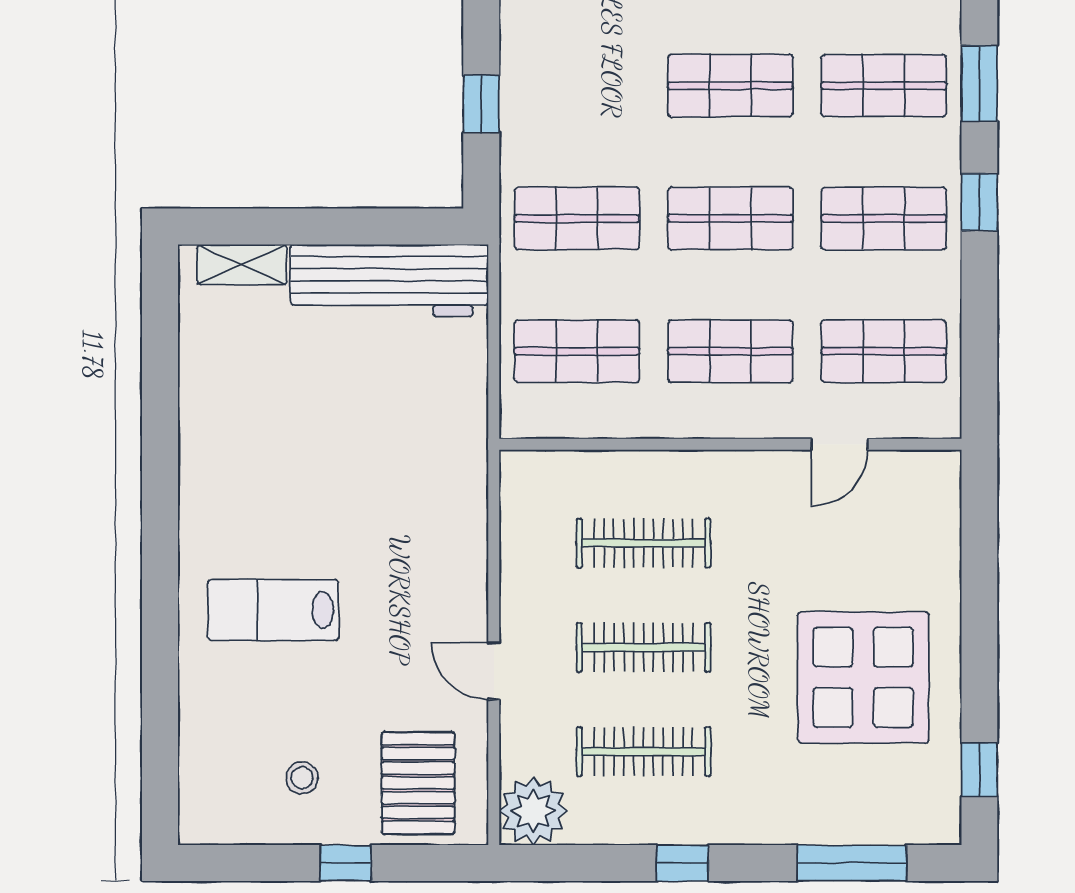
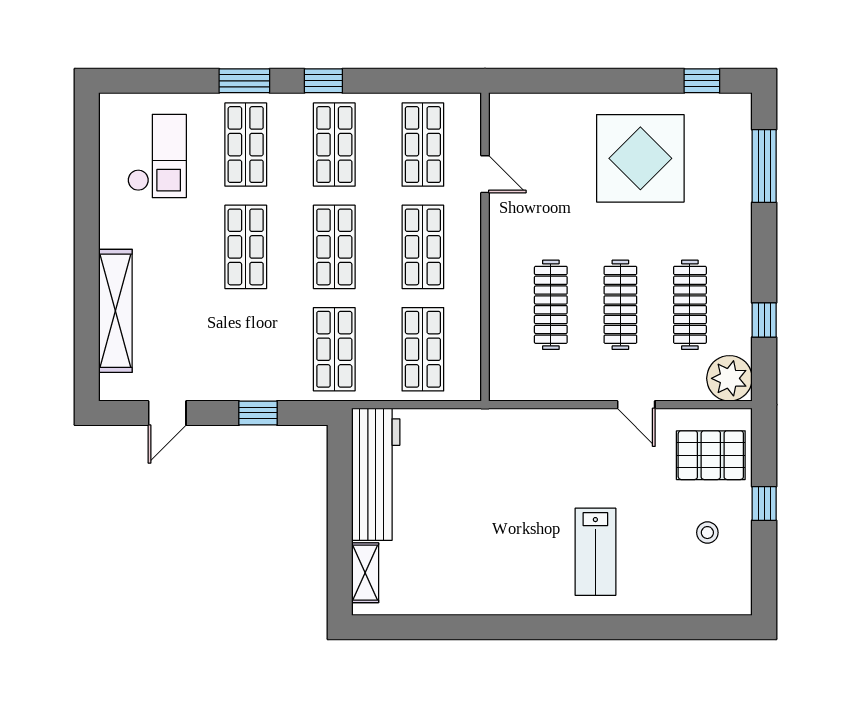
door: (494, 671) -> (636, 405), hinge flipped
window: (682, 863) -> (764, 320), moved

